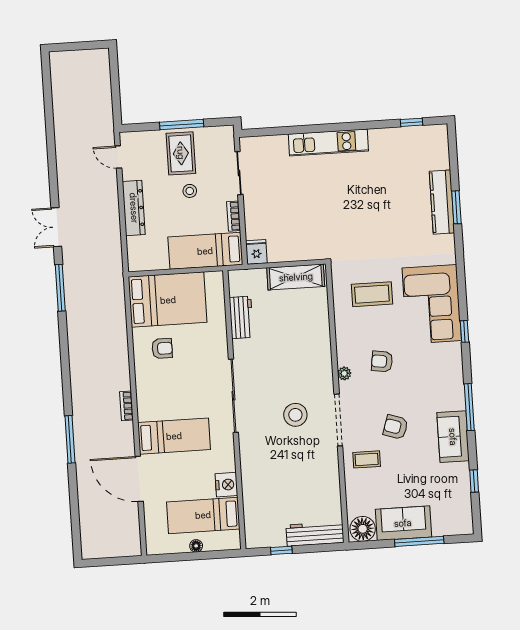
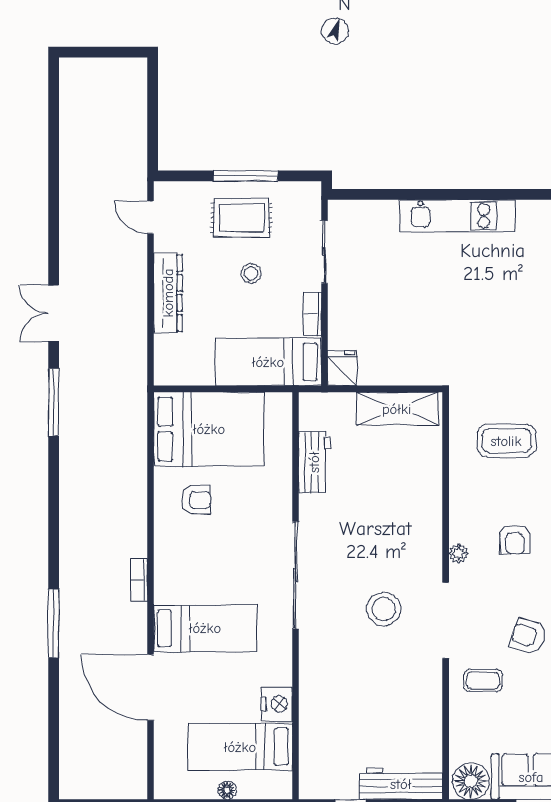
rug: (181, 153) -> (242, 218), turned 90
armchair: (382, 361) -> (515, 539), turned -98

